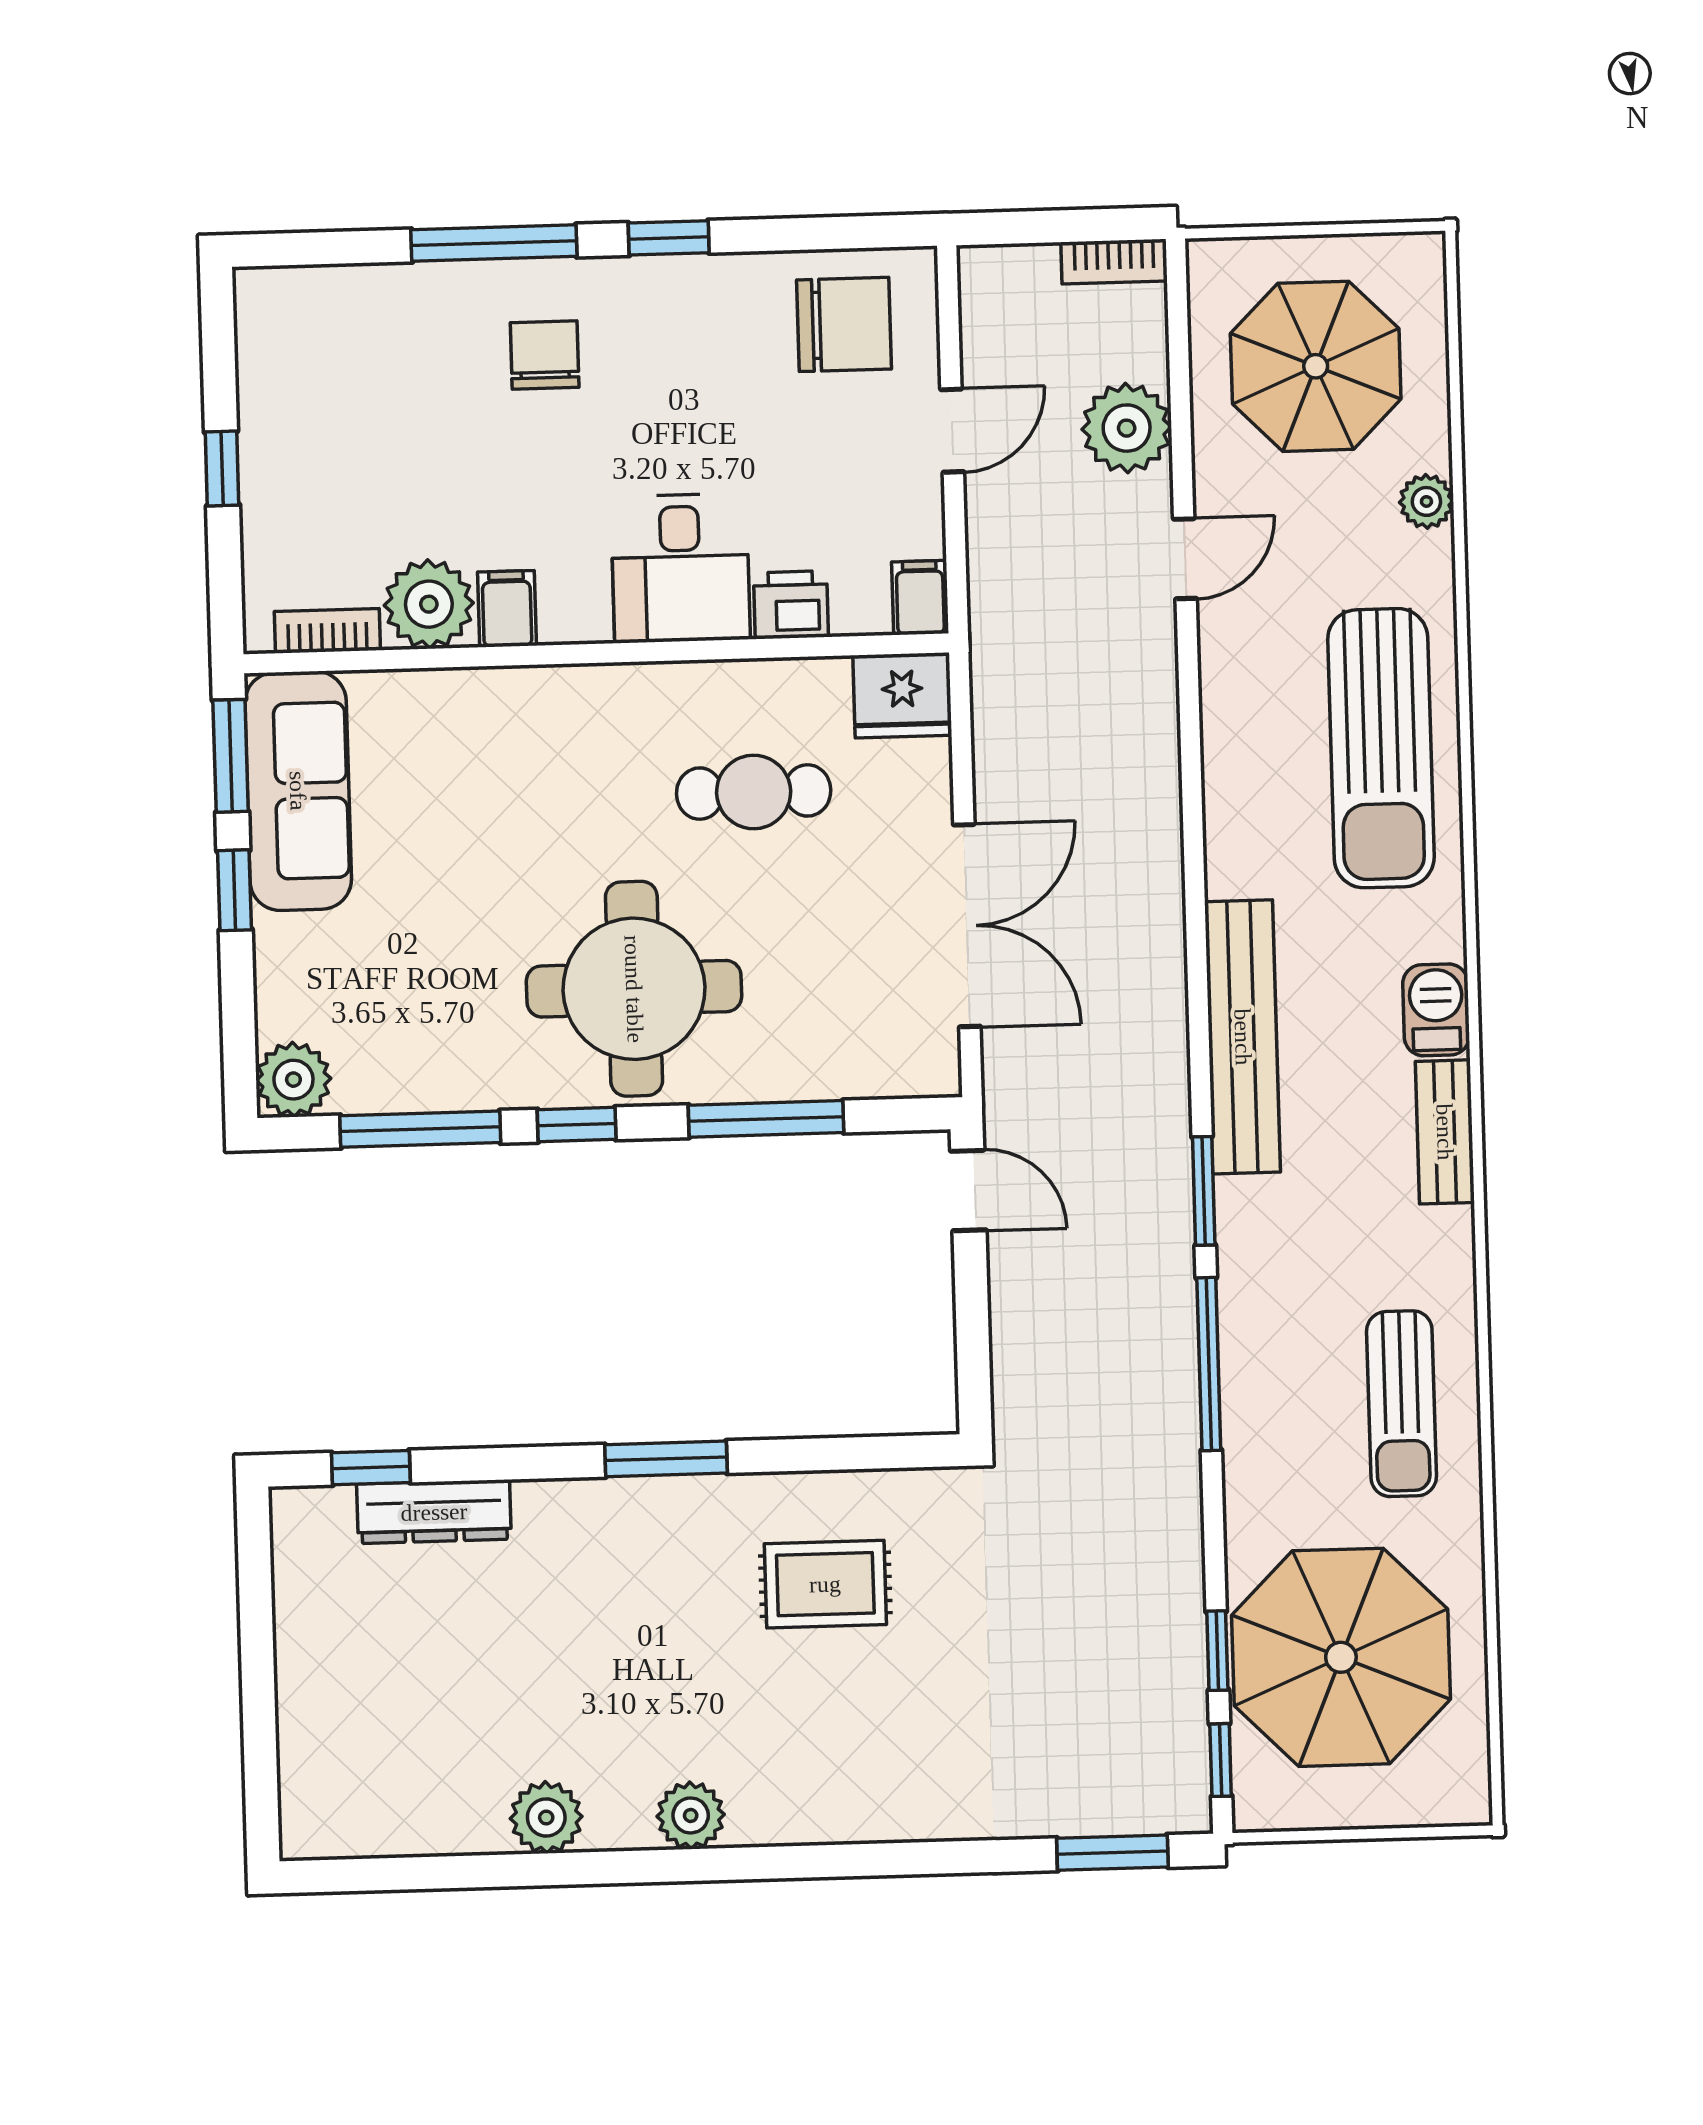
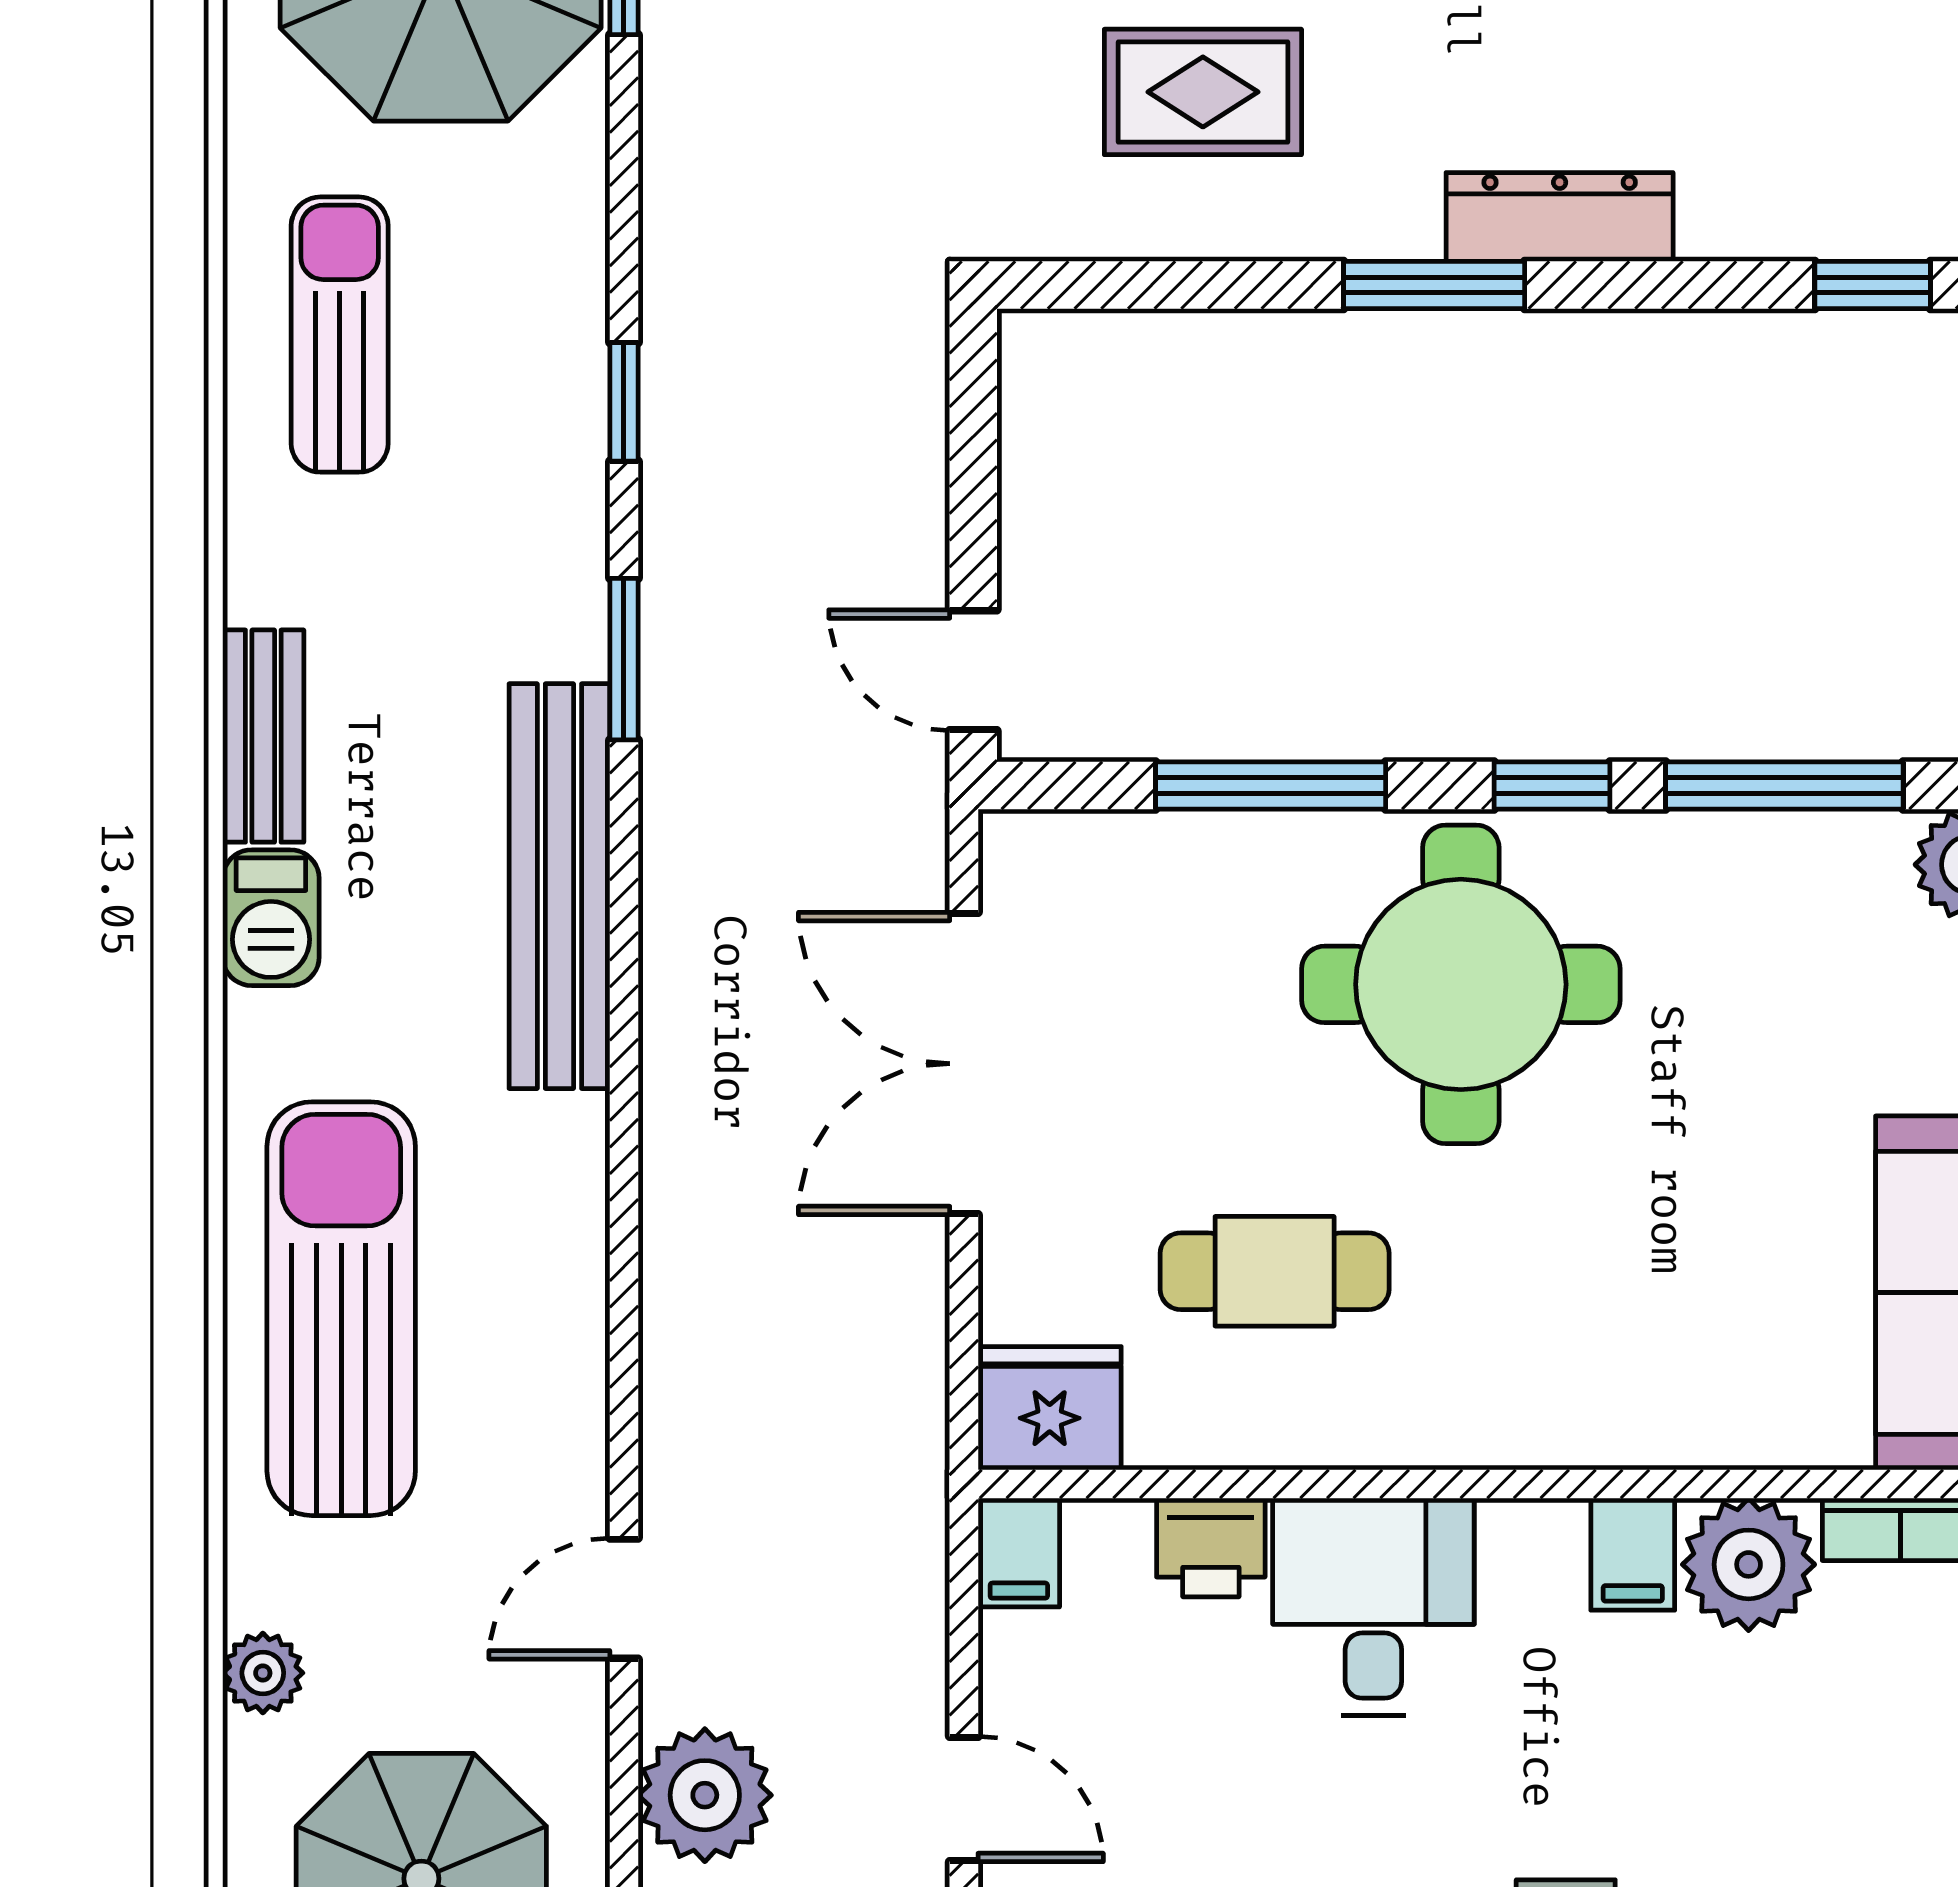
door: (952, 431) -> (964, 1799), swing flipped
window: (1209, 1364) -> (624, 402), width x0.46
dresser: (434, 1512) -> (1560, 217), moved

